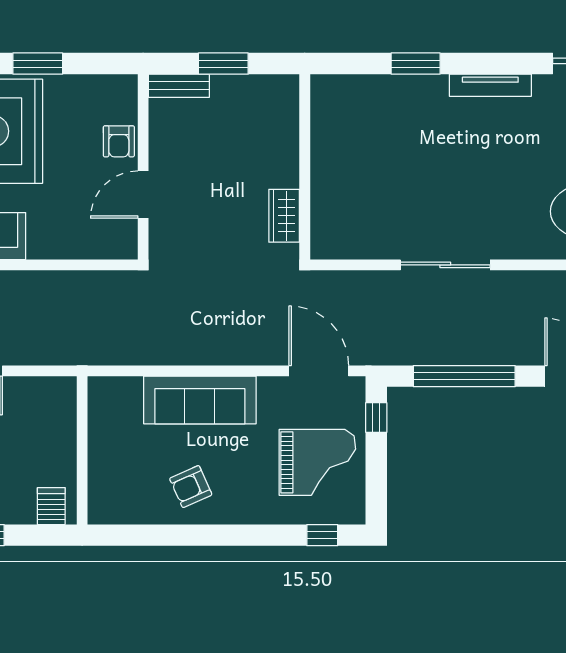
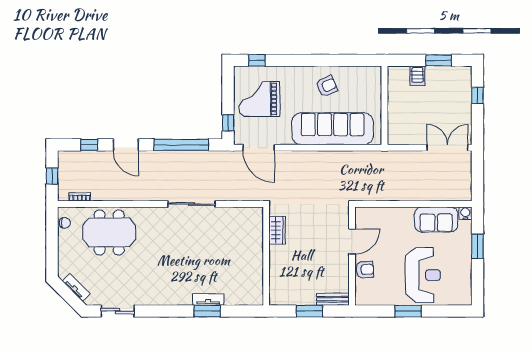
tv unit: (490, 85) -> (208, 300), moved, width x0.71
armchair: (119, 141) -> (365, 270), turned 85
sofa: (200, 400) -> (333, 129), width x1.36, depth x1.27
server rack: (51, 506) -> (417, 76), moved

